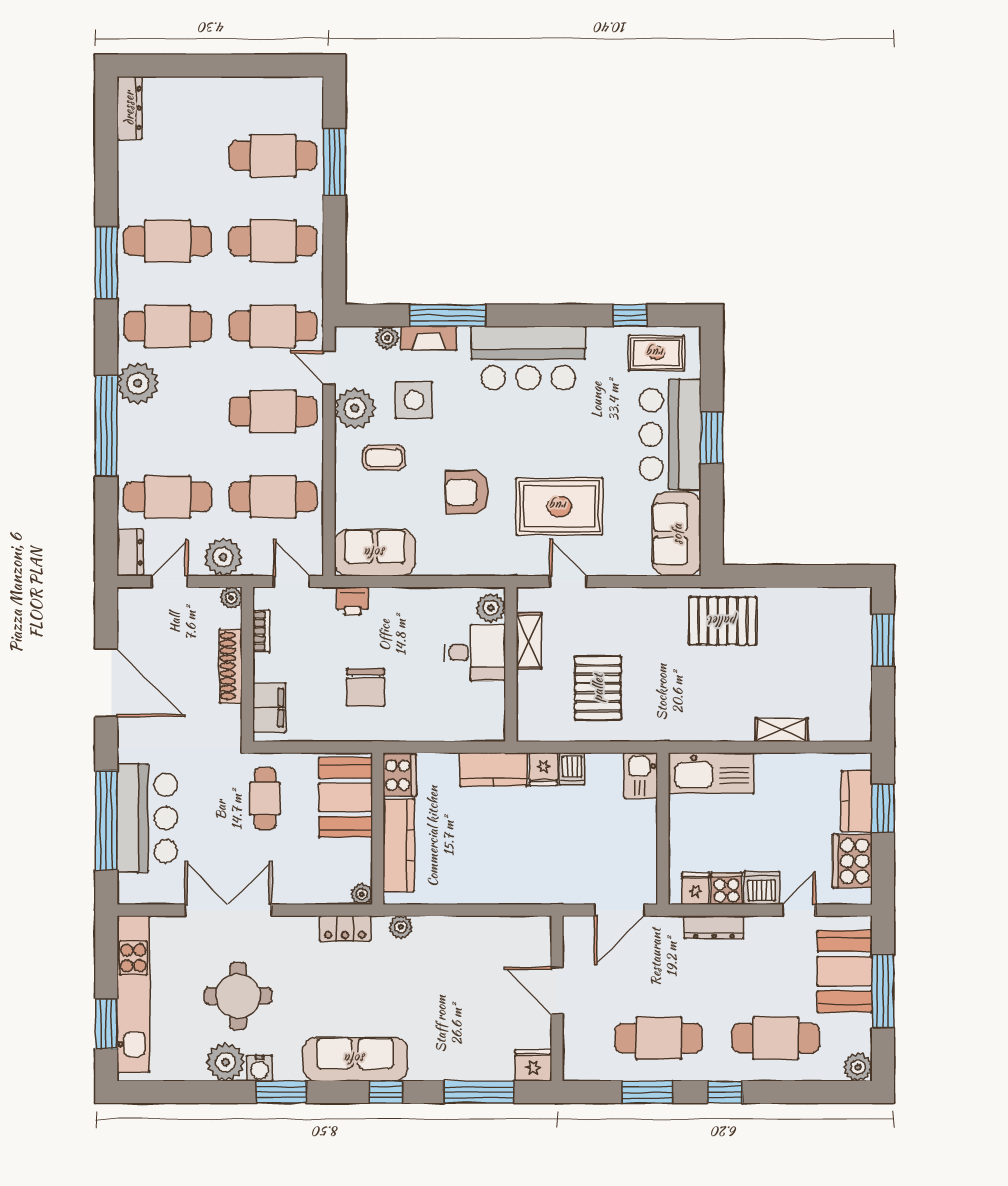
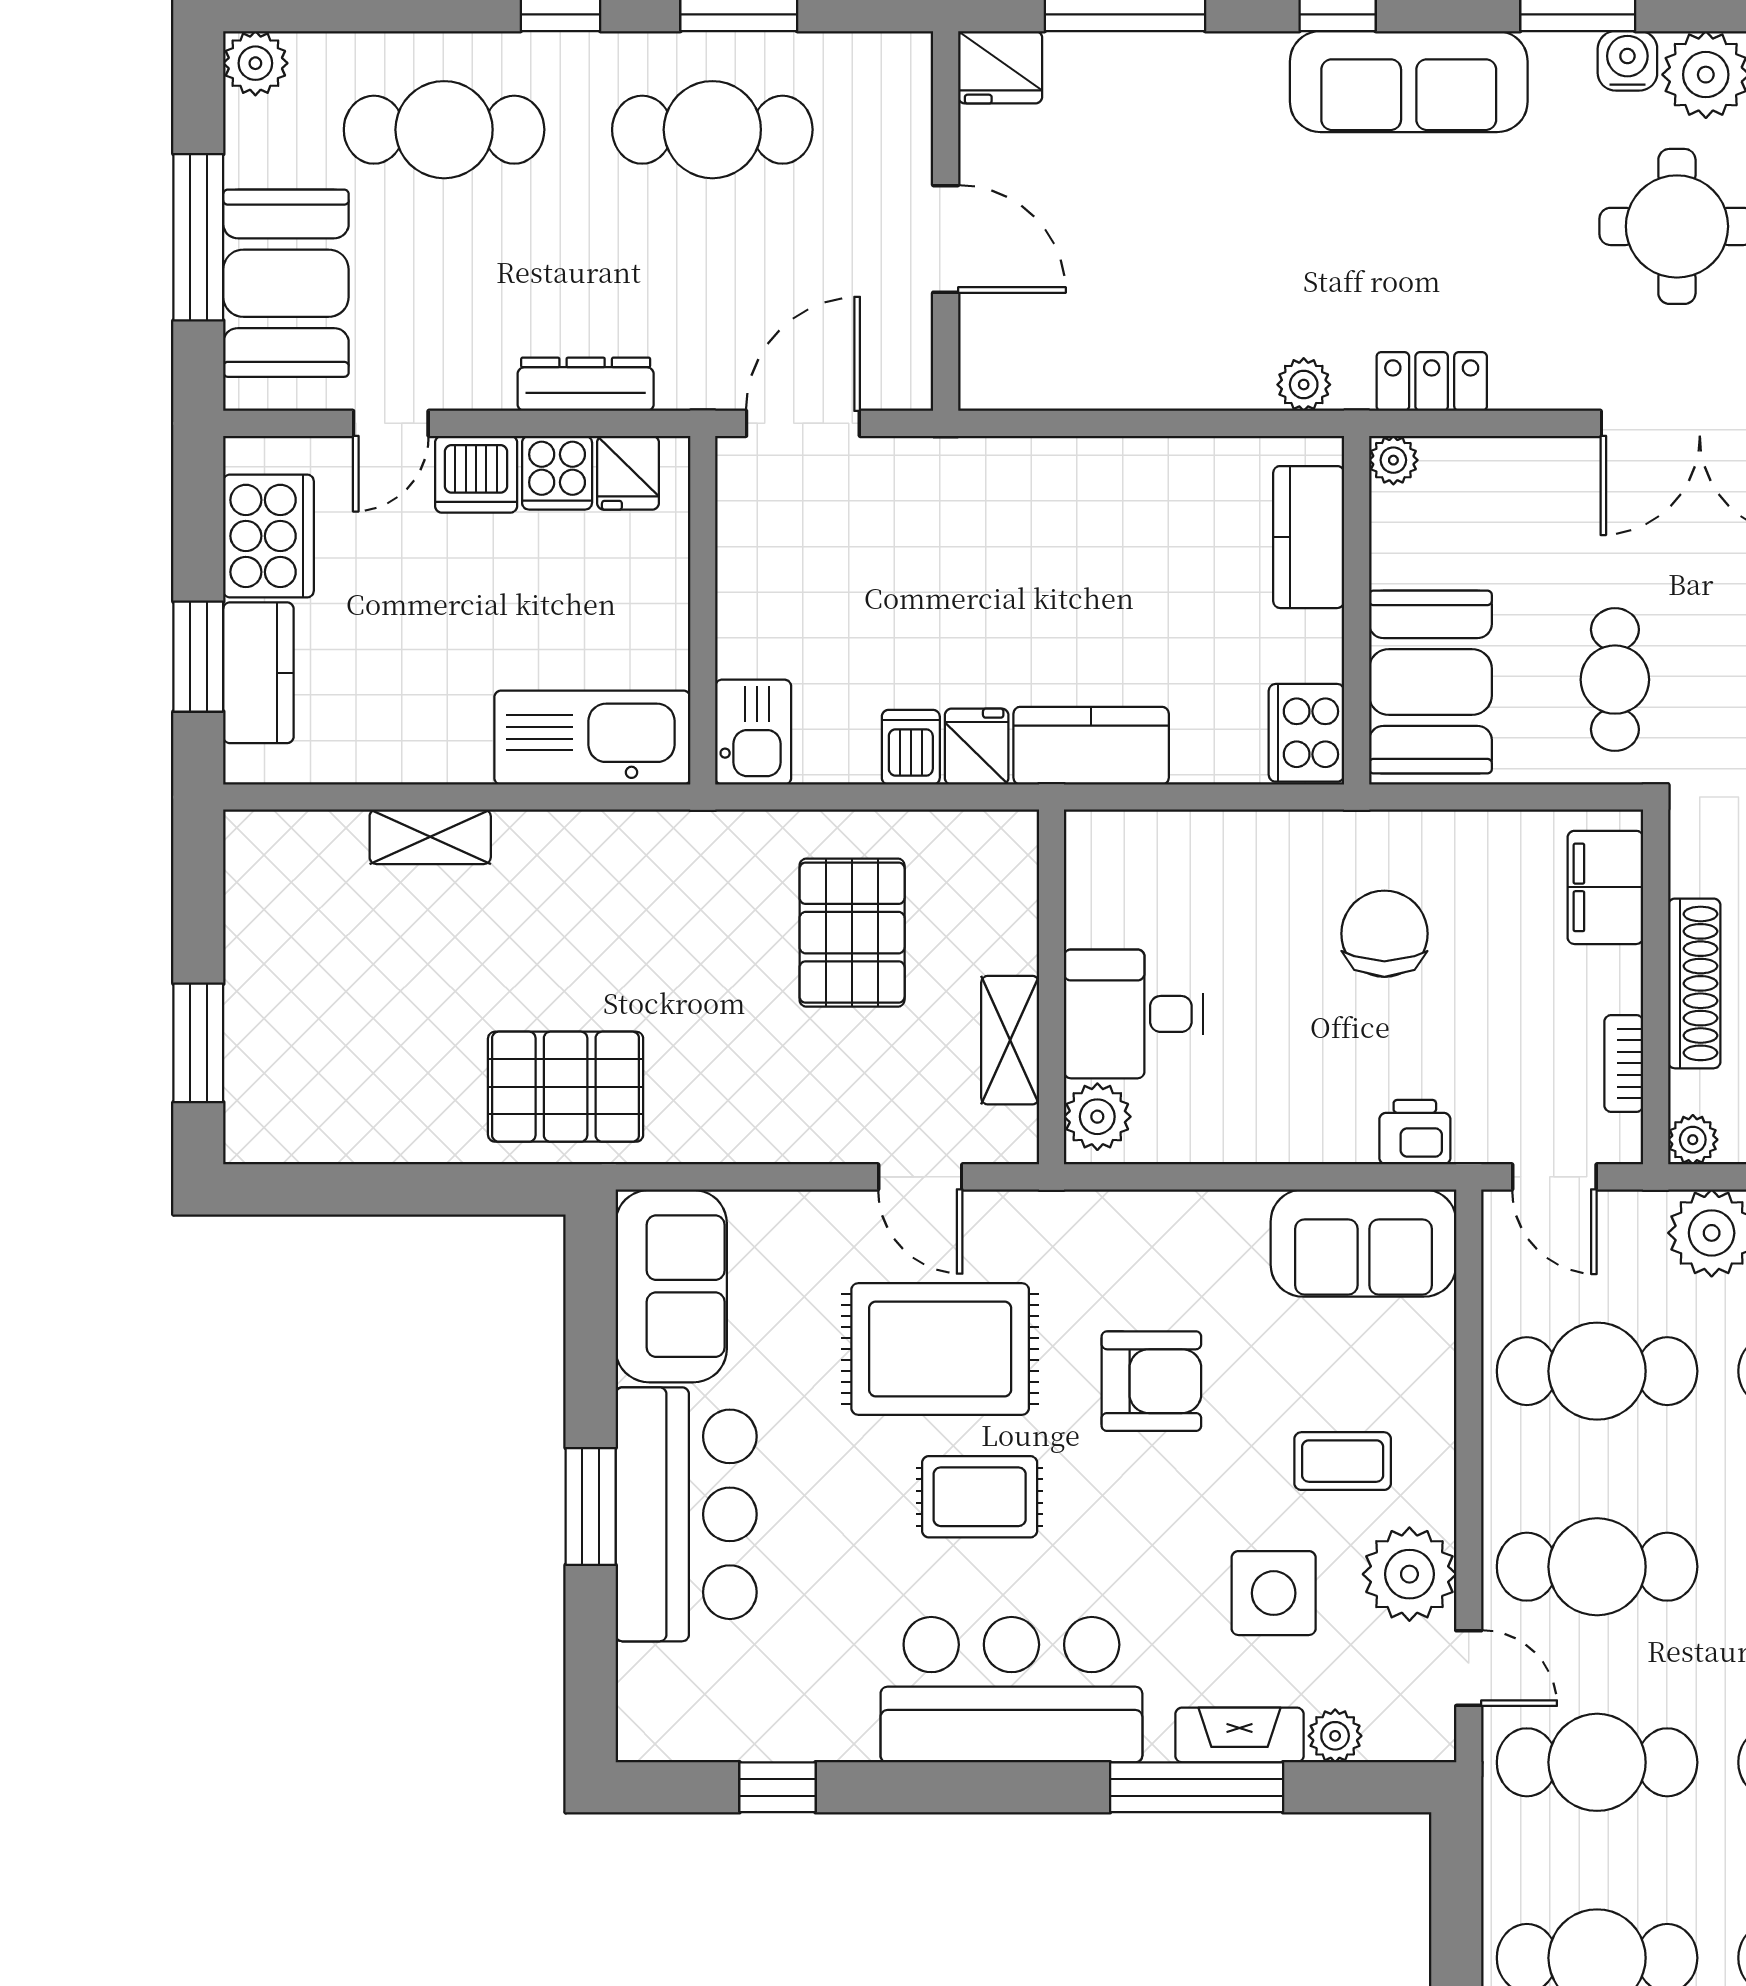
rug: (656, 353) -> (980, 1497), moved
kitchen counter: (399, 845) -> (1309, 537), width x0.67

